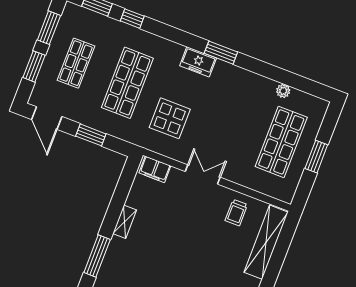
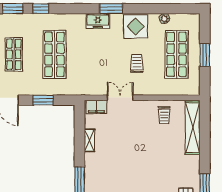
display table: (170, 118) -> (136, 27), moved
trolley: (227, 134) -> (137, 63), added
double door: (203, 174) -> (120, 98), moved
shelving: (125, 222) -> (89, 140), moved

